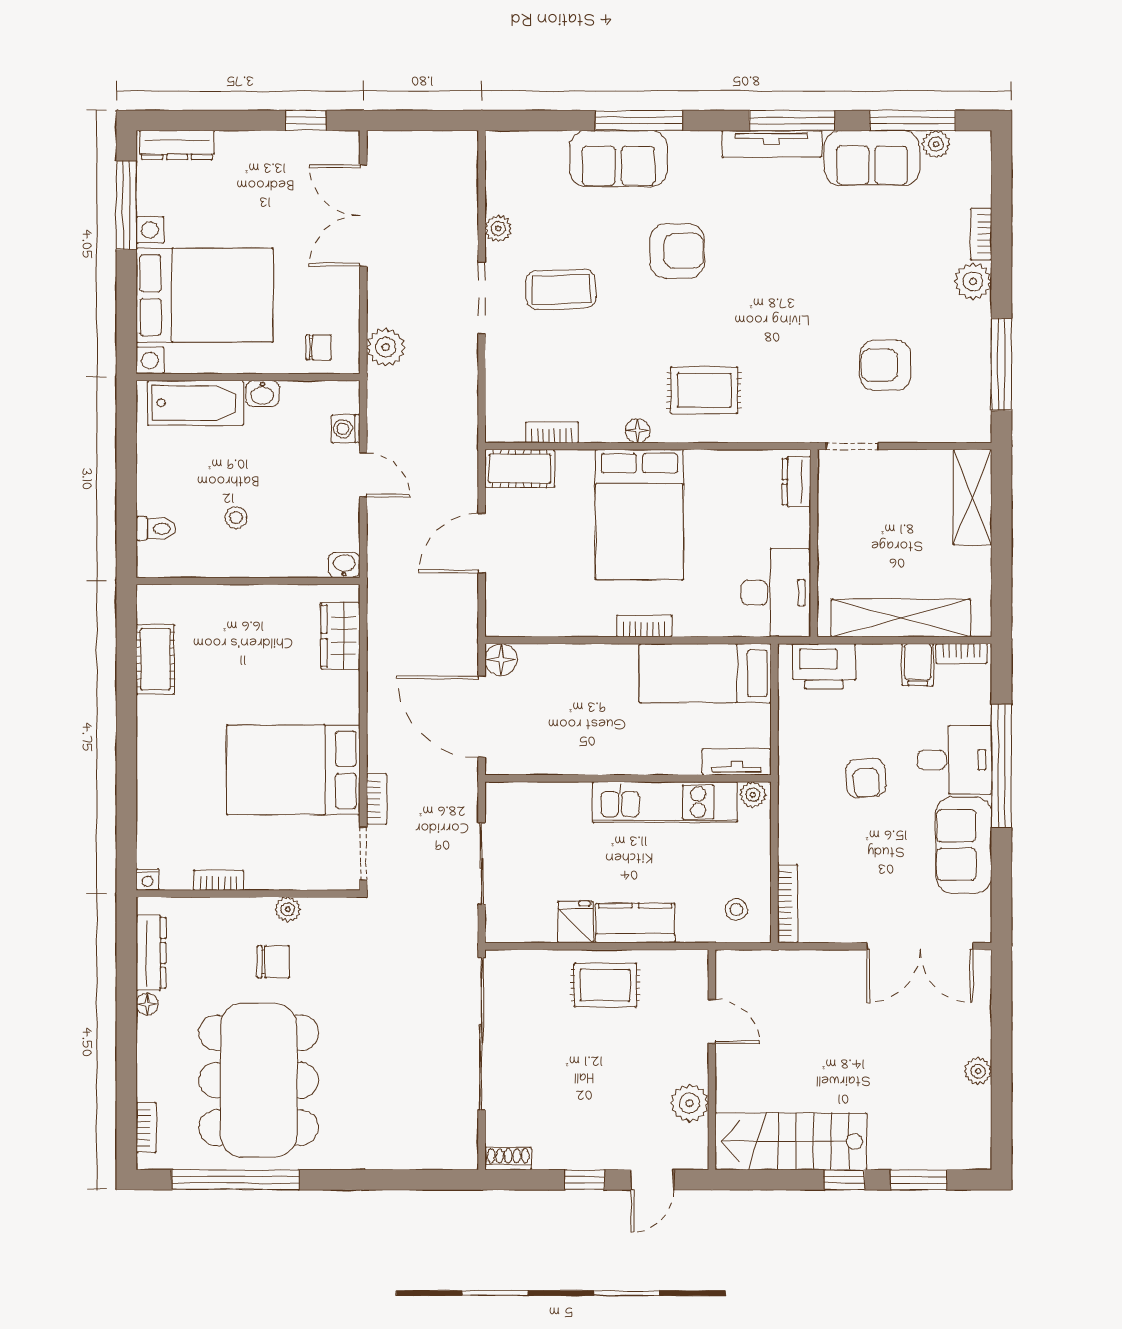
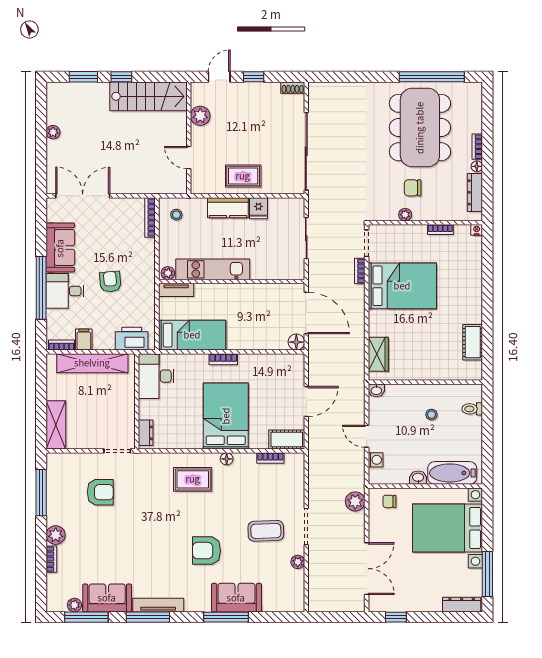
bookcase: (146, 1128) -> (477, 147), moved

